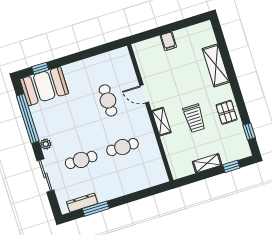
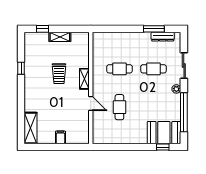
shelving: (216, 65) -> (31, 128), moved
pallet: (227, 112) -> (33, 71), removed
trolley: (194, 118) -> (59, 74), turned 180
window: (249, 131) -> (21, 68), moved

